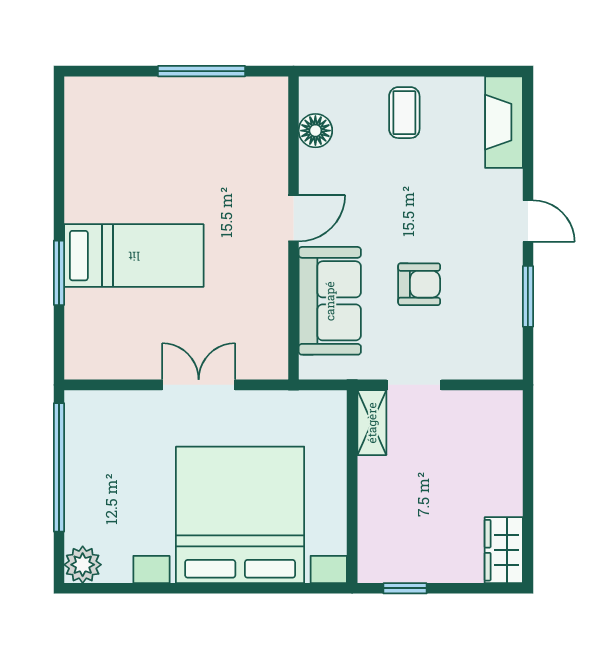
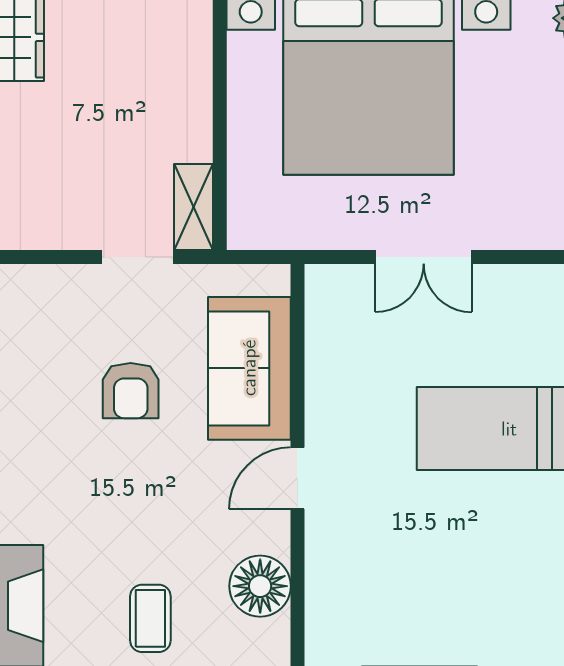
floor lamp: (315, 131) -> (260, 586), width x1.38, depth x1.38
armchair: (419, 284) -> (131, 391), turned -90

